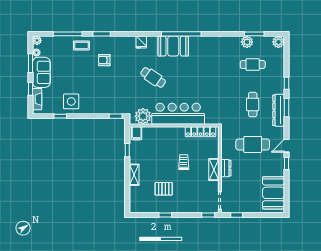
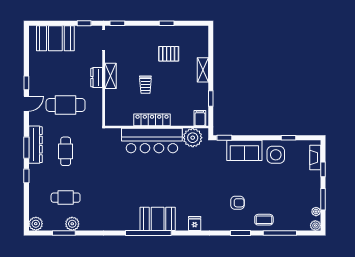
sofa: (41, 72) -> (244, 150), moved, turned -90
cafe table: (153, 77) -> (181, 183), removed
locker: (201, 132) -> (152, 120), moved
booth: (274, 193) -> (55, 38), moved, turned 90

